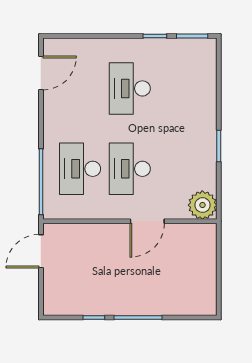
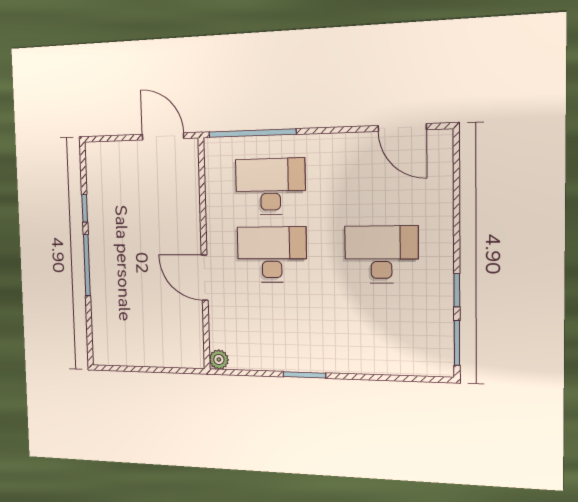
plant: (202, 205) -> (219, 360), width x0.53, depth x0.53

